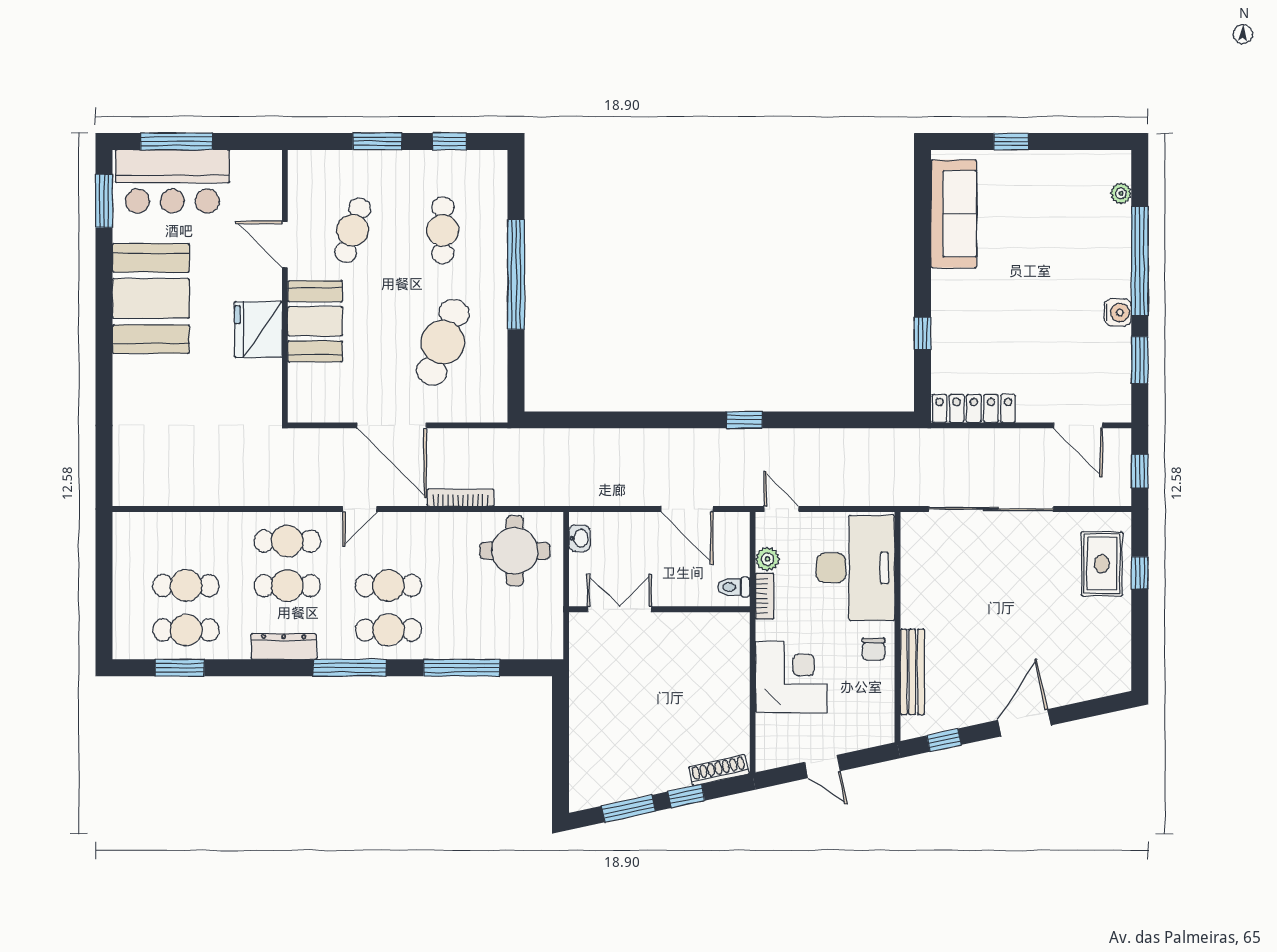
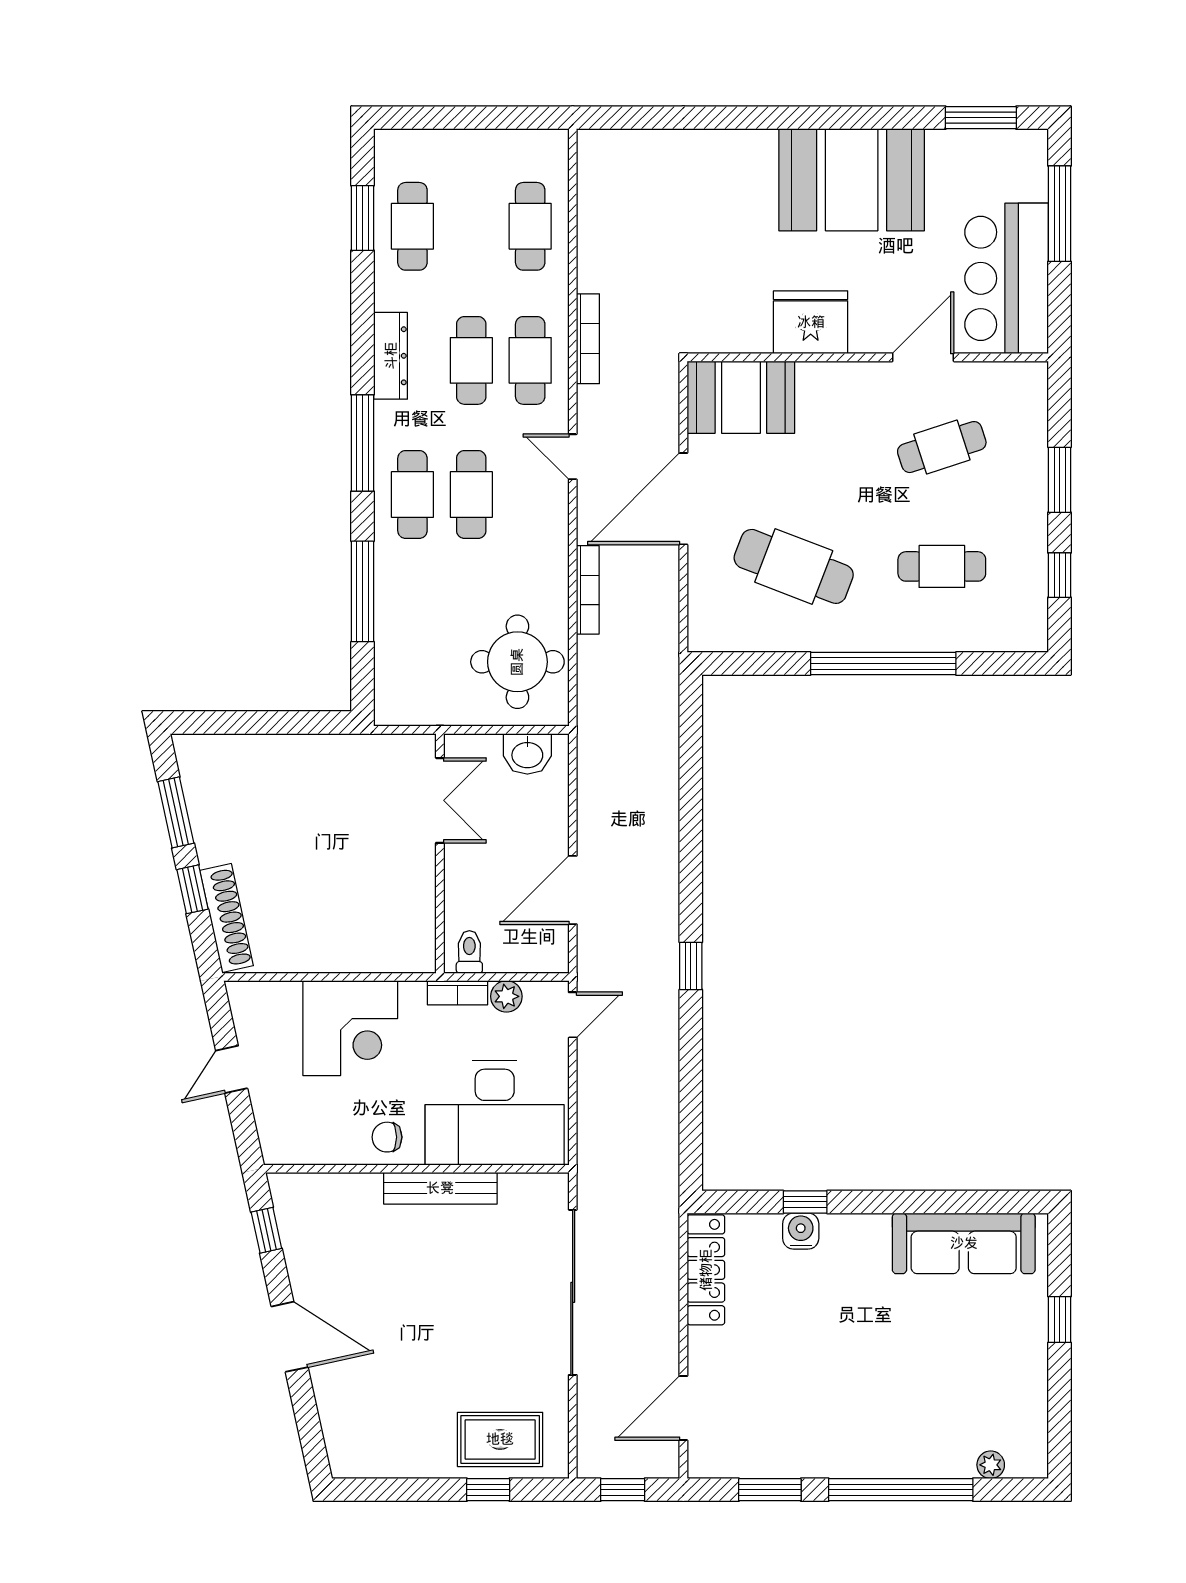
bar counter: (172, 181) -> (1007, 278), moved
cafe table: (353, 230) -> (942, 447), turned -36
water cooler: (1118, 312) -> (801, 1231), moved, turned 180
booth: (315, 321) -> (741, 397), moved
bookcase: (271, 498) -> (588, 339), added
washbasin: (580, 538) -> (527, 754), width x1.38, depth x1.45
cafe table: (186, 586) -> (530, 226), moved
bench: (912, 672) -> (440, 1188), moved
shoe rack: (719, 770) -> (227, 918), width x1.36, depth x1.24

